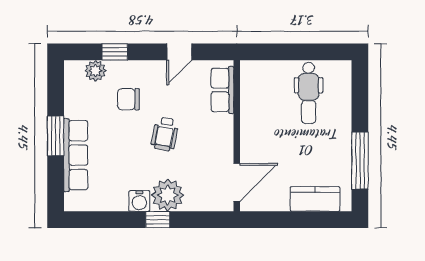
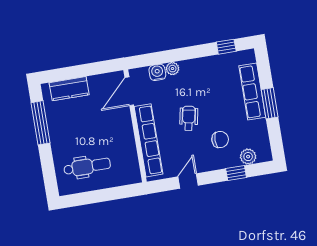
row of seats: (222, 90) -> (149, 140), width x2.02
dental chair: (309, 93) -> (87, 167), turned 90
plant: (168, 195) -> (173, 69), width x0.53, depth x0.53
water cooler: (139, 201) -> (157, 72), moved
window: (158, 220) -> (226, 47), moved

